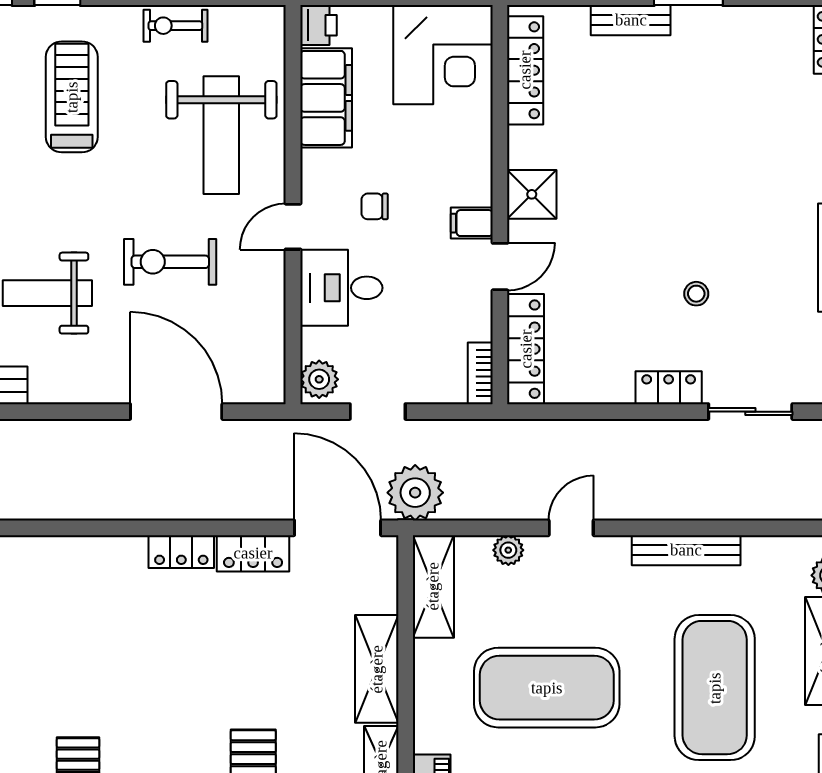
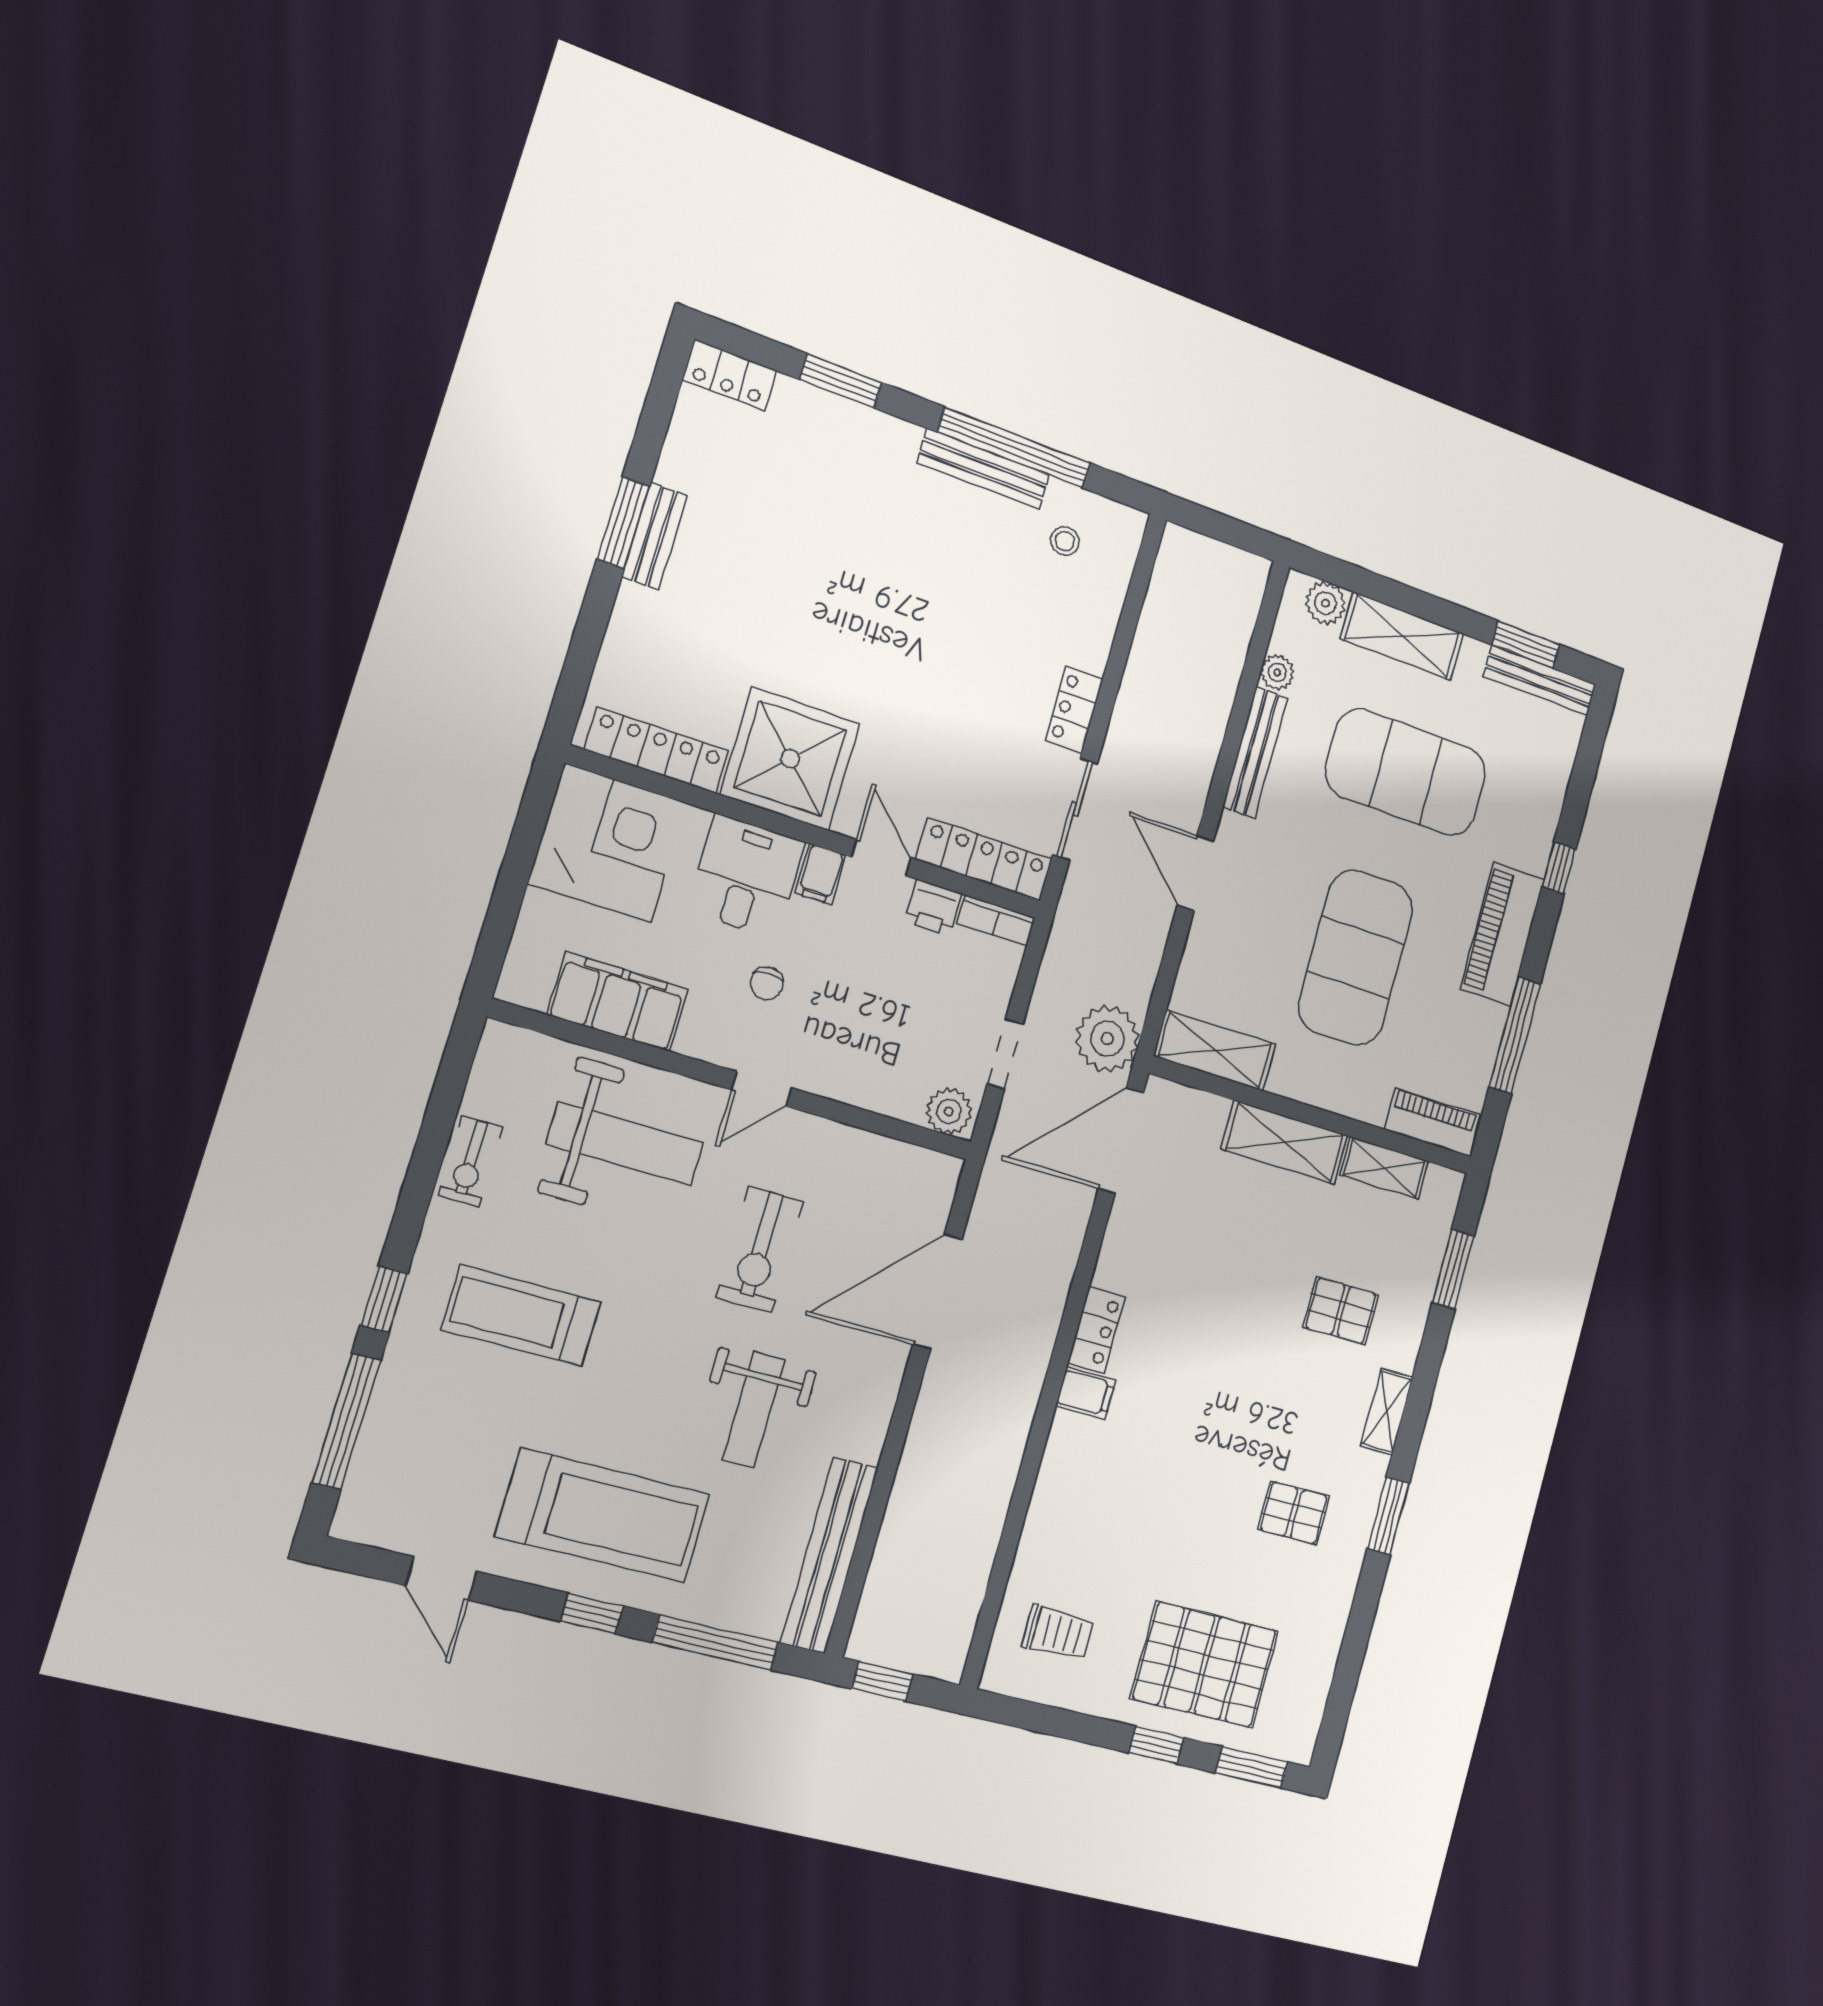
bench: (631, 20) -> (655, 536), moved
printer: (318, 25) -> (933, 907), moved, turned 180
shower: (532, 194) -> (790, 759), width x1.86, depth x1.86
door: (293, 227) -> (762, 1089), hinge flipped
desk: (341, 288) -> (746, 876), moved, turned 180
stool: (696, 294) -> (1065, 541), moved
sliding door: (750, 412) -> (1075, 809), moved
door: (571, 528) -> (1195, 873), width x1.38
plant: (508, 550) -> (1277, 672), moved
locker: (253, 553) -> (1122, 1247), removed
filing cabinet: (129, 557) -> (1086, 1393), added

